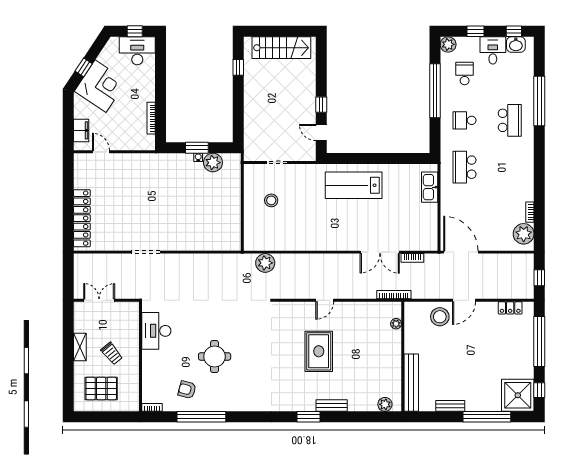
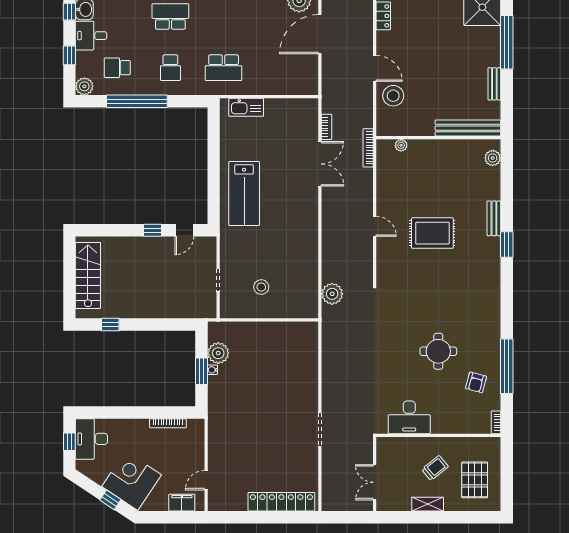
door: (461, 252) -> (320, 34), moved

